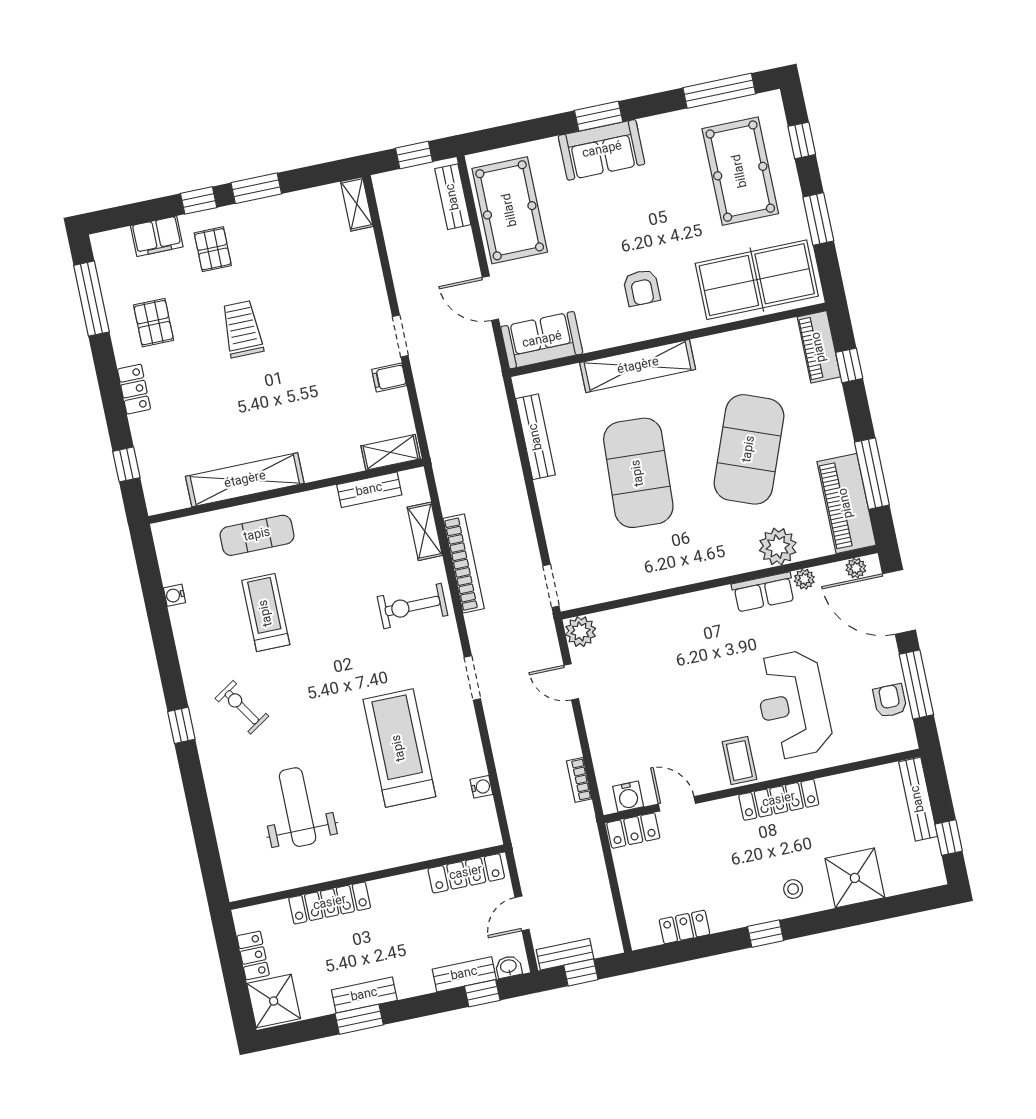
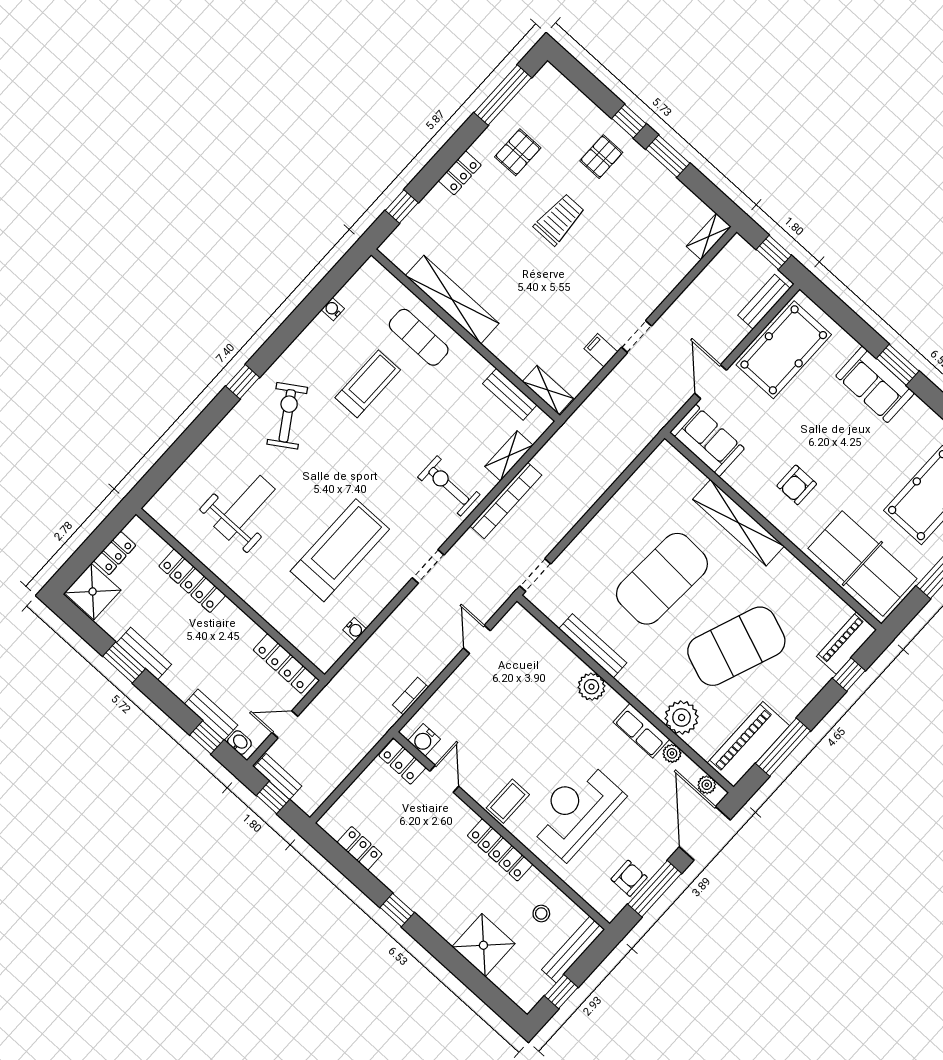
filing cabinet: (157, 236) -> (582, 110), removed
bench: (536, 437) -> (593, 646), moved, turned 90
plant: (581, 632) -> (591, 687), moved
exercise bike: (242, 707) -> (287, 416), width x1.38, depth x1.39
stool: (793, 889) -> (541, 913), moved

